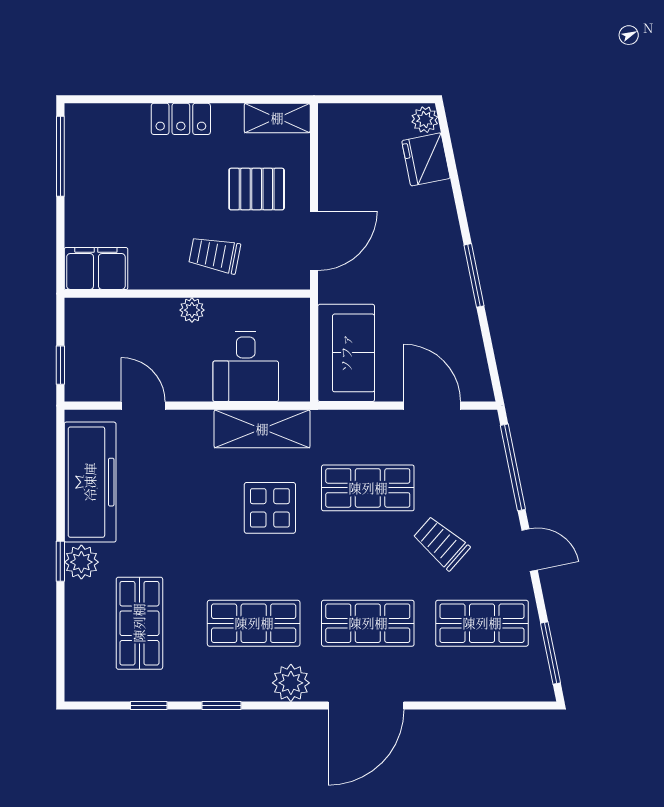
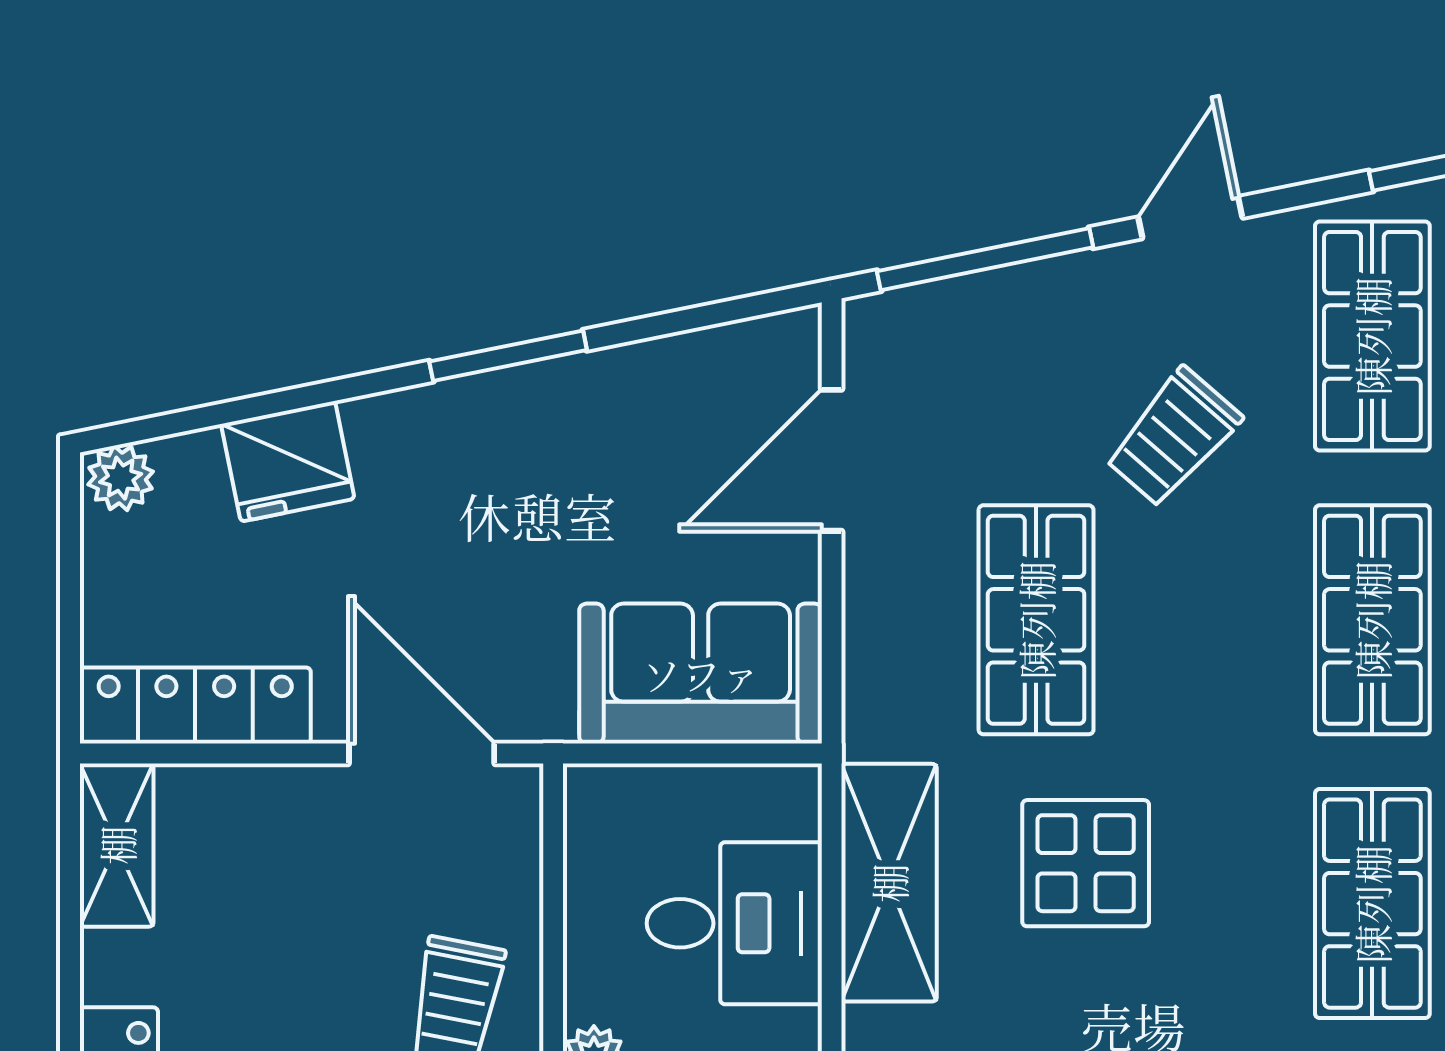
locker: (333, 150) -> (195, 705), added
fridge: (426, 159) -> (288, 461), moved
pallet: (257, 189) -> (293, 896), removed

